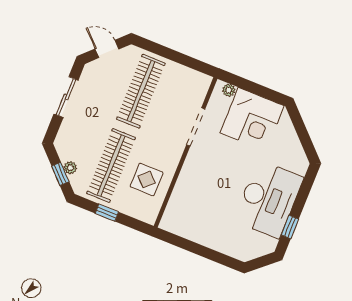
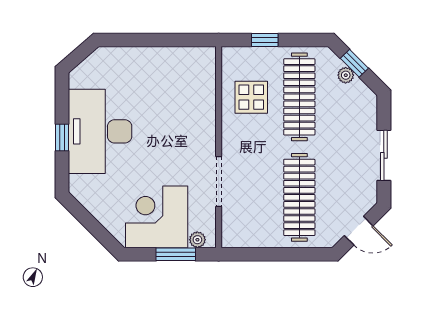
window: (249, 86) -> (176, 254), added
window: (107, 213) -> (265, 40), moved
window: (290, 227) -> (62, 138), moved

